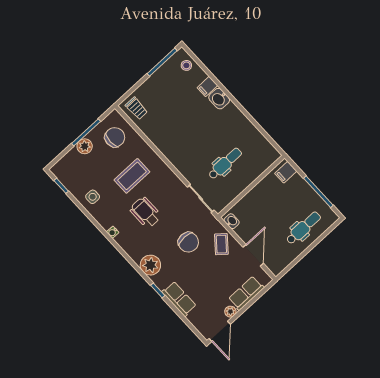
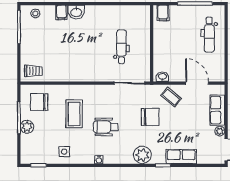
chair: (115, 137) -> (39, 102), turned -90
dental chair: (303, 228) -> (209, 35), turned 180

